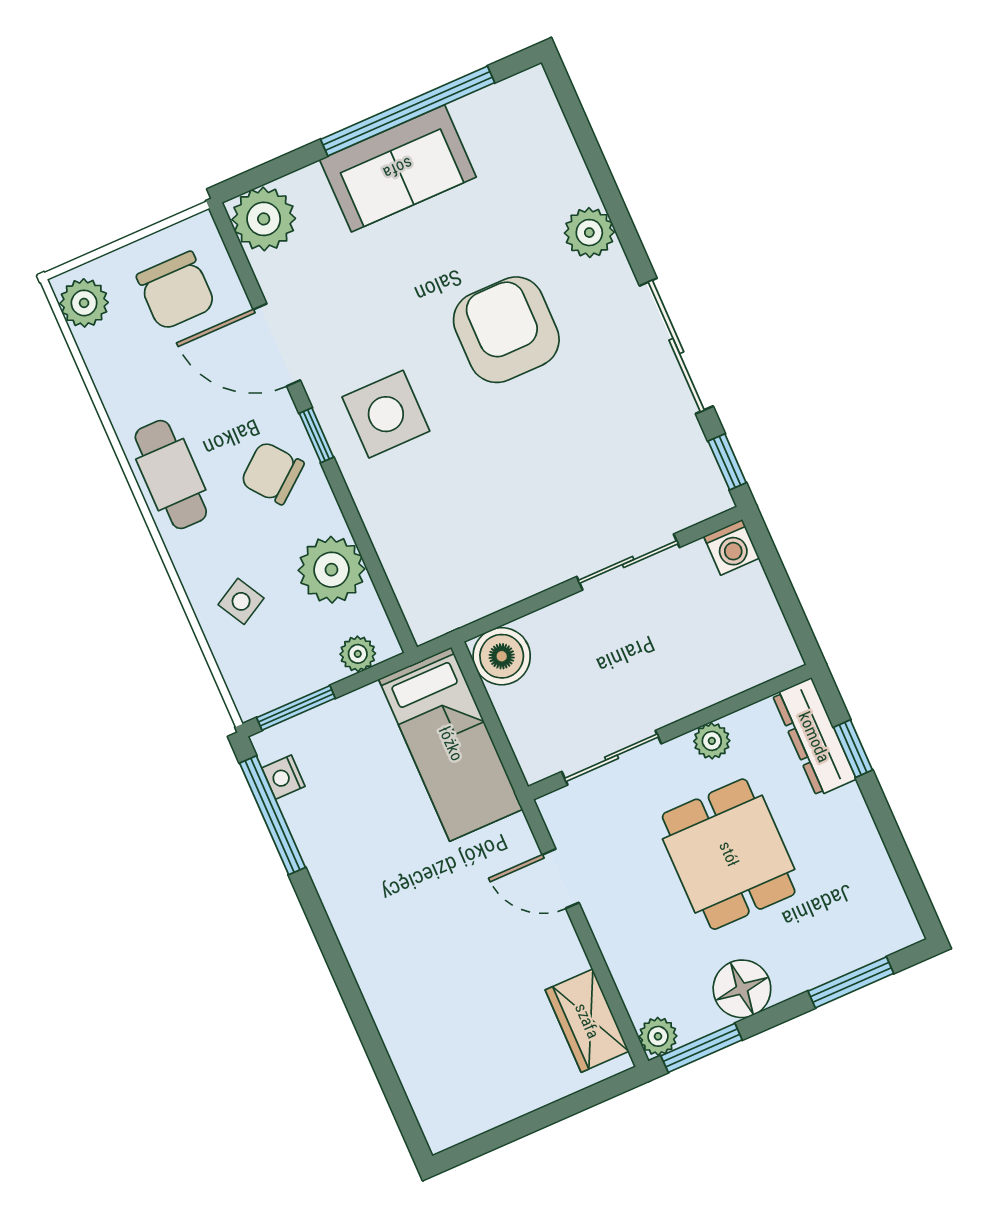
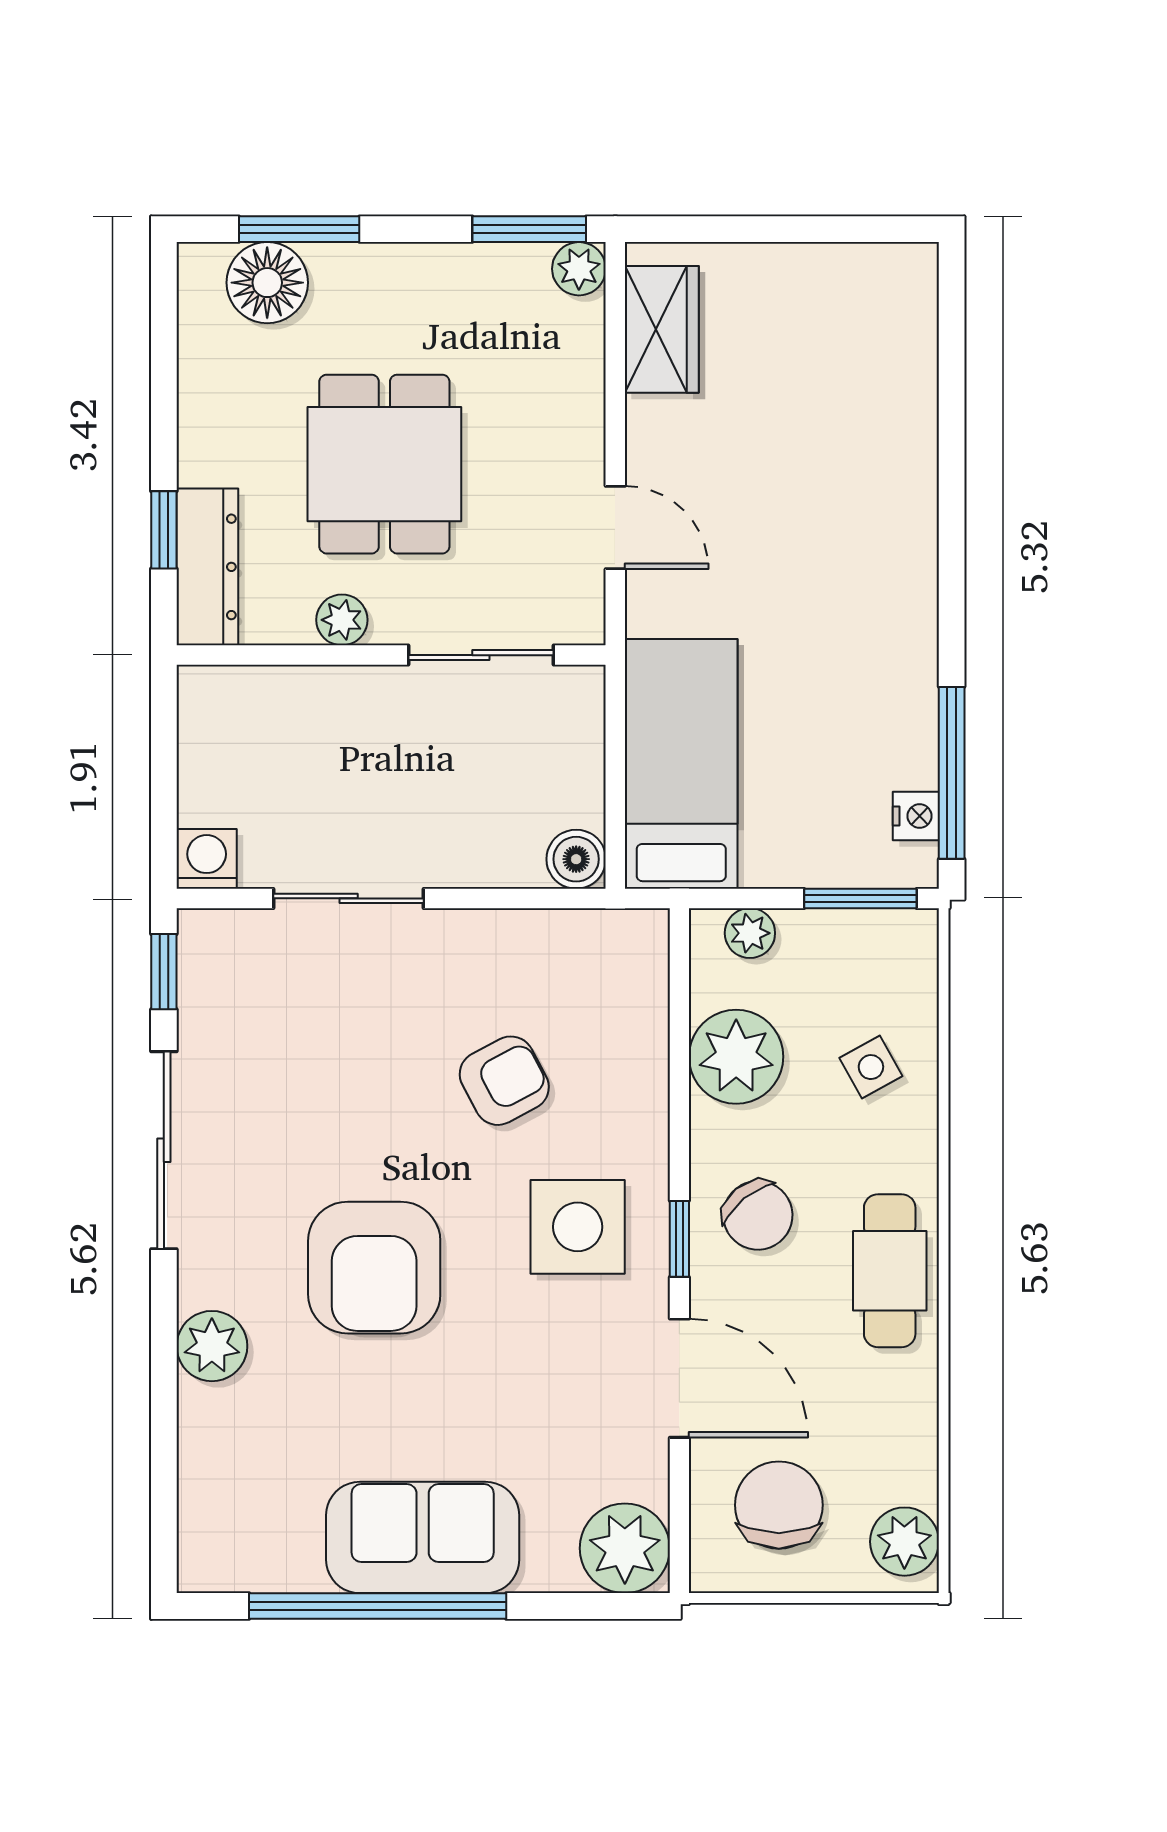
armchair: (475, 488) -> (504, 1081), added
boiler: (502, 656) -> (576, 859), width x0.73, depth x0.73
floor lamp: (742, 989) -> (267, 283), moved

